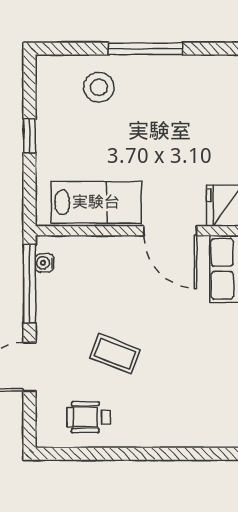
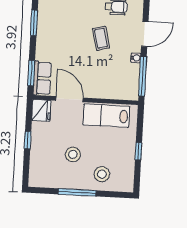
stool: (158, 123) -> (73, 154), added
water cooler: (45, 263) -> (136, 58), moved
coffee table: (115, 354) -> (101, 38), turned 55

